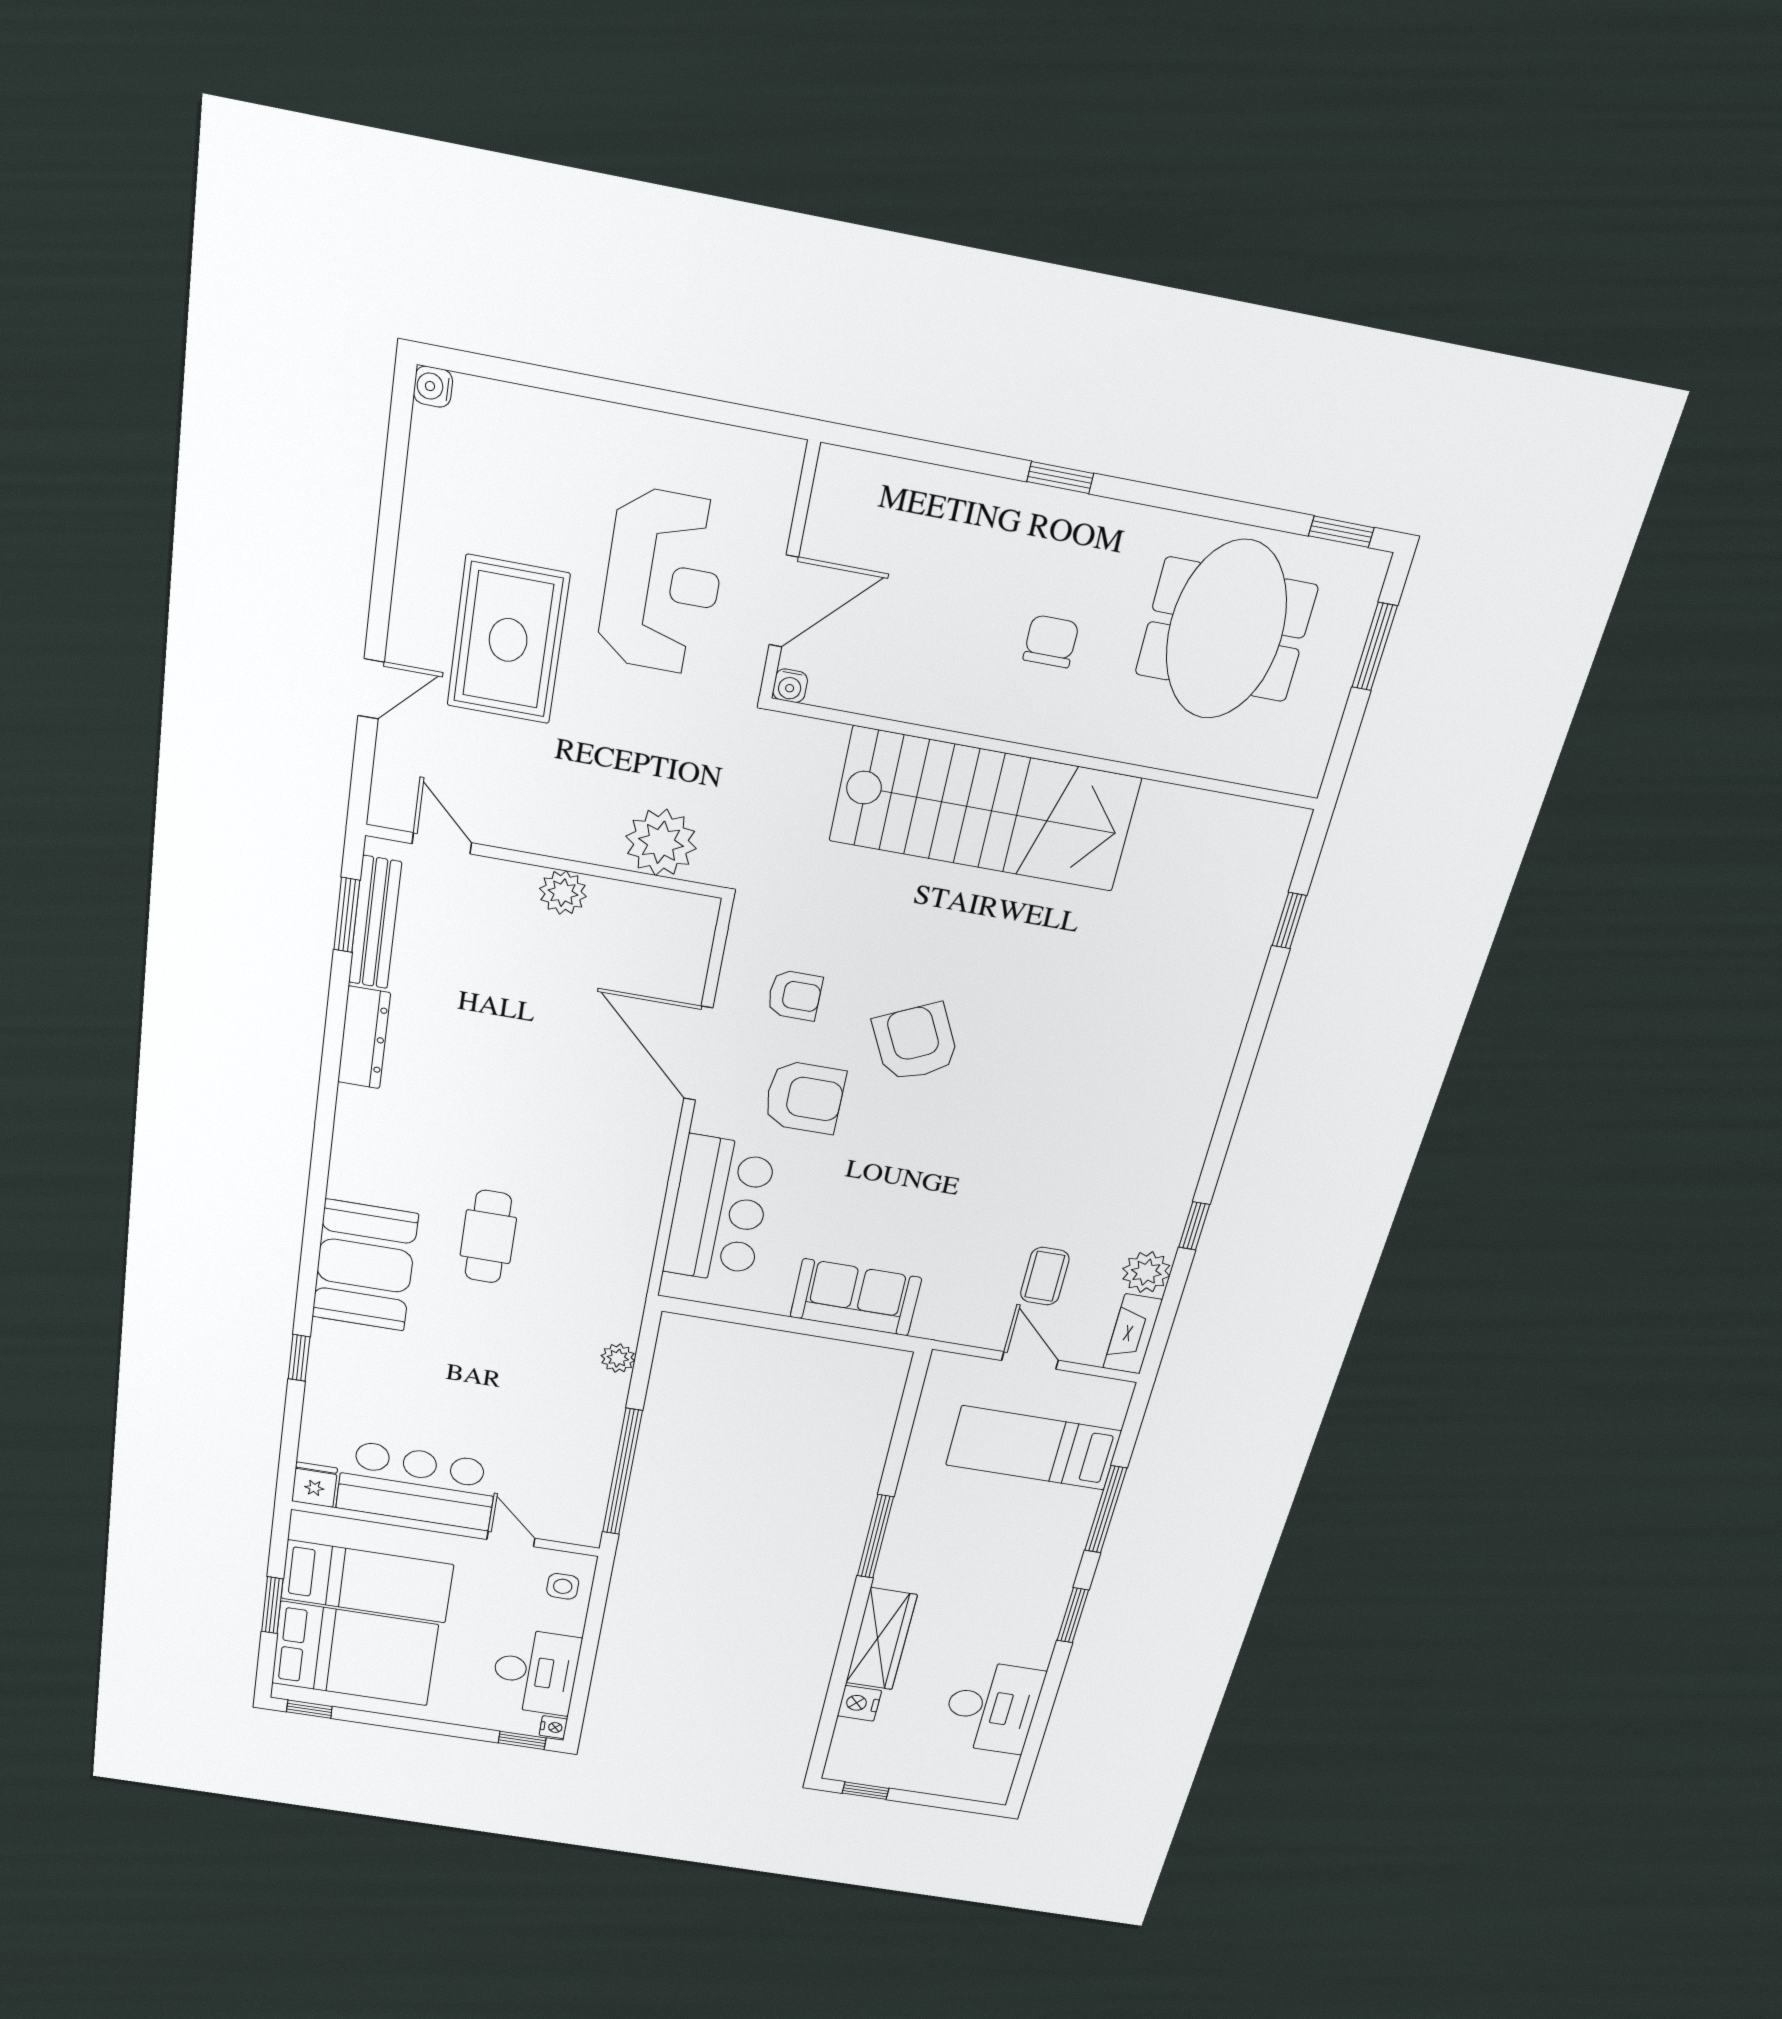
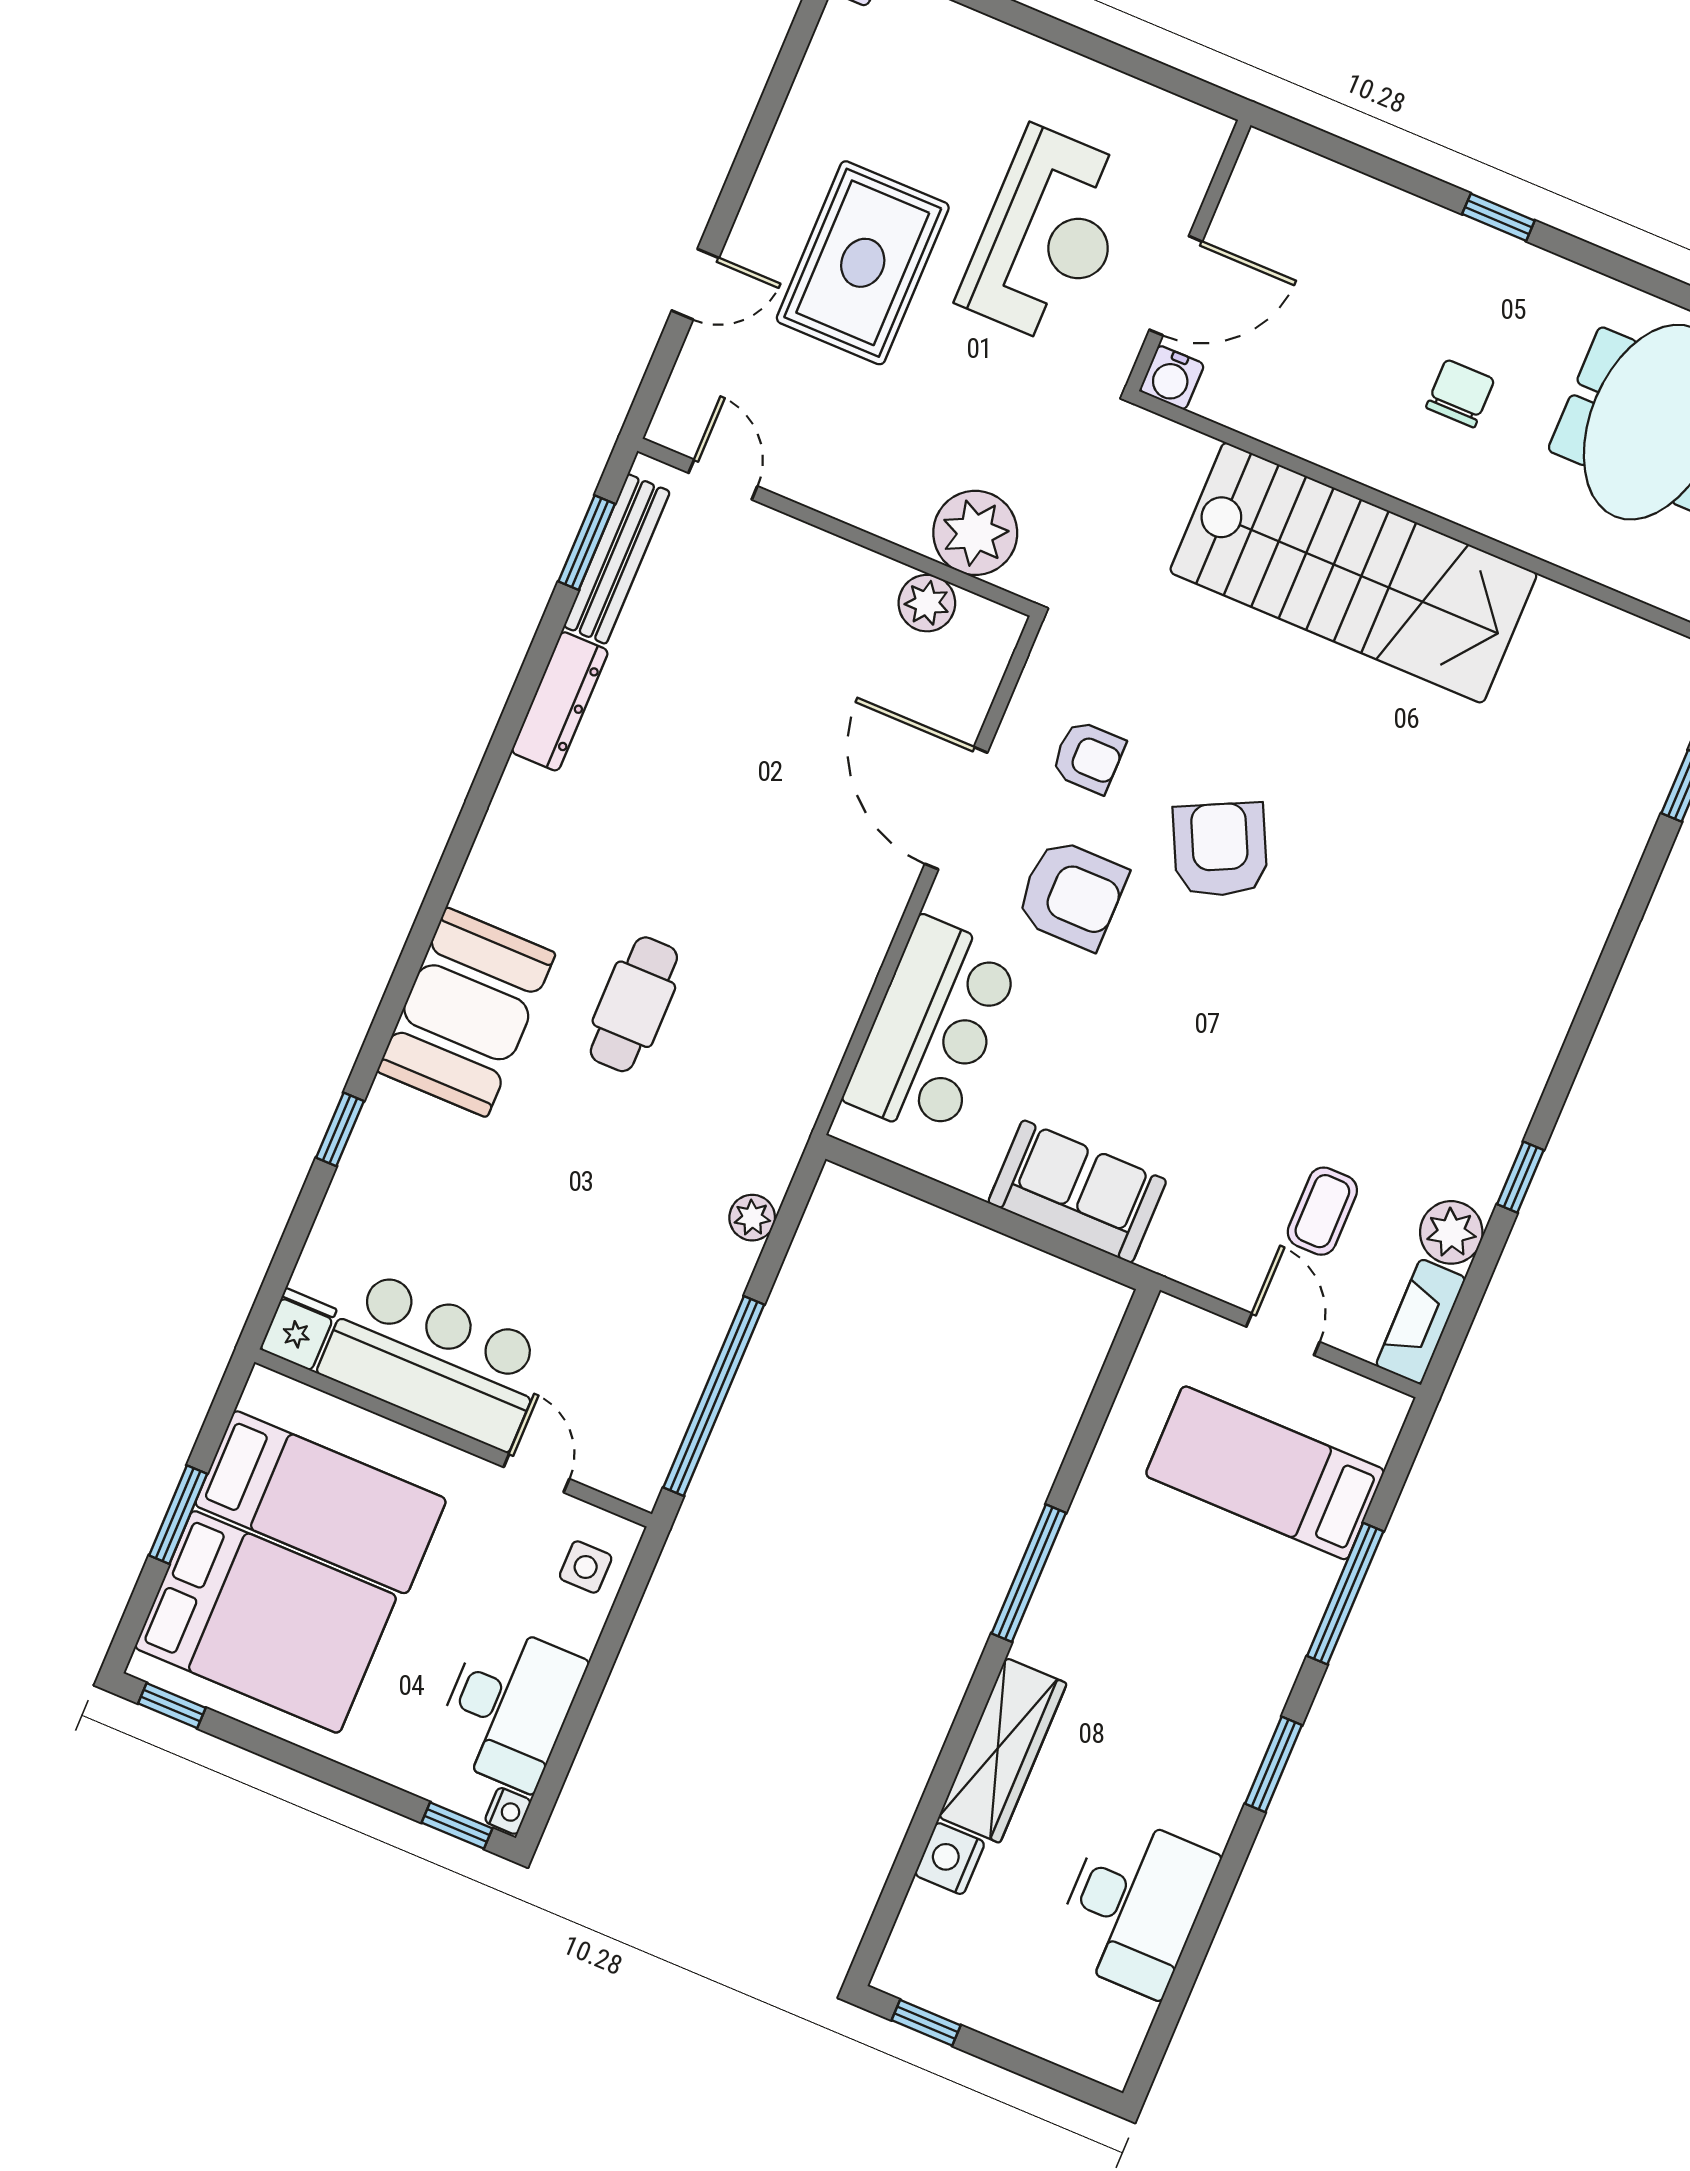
water cooler: (790, 686) -> (1172, 378), width x1.38, depth x1.38
plant: (563, 893) -> (927, 603), moved

